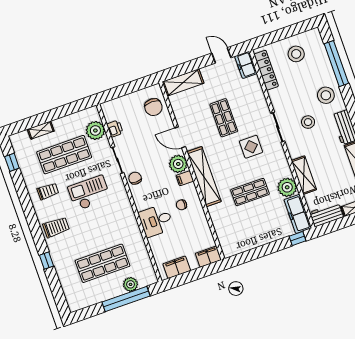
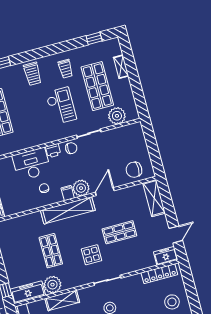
printer: (115, 129) -> (53, 151), moved
desk: (156, 221) -> (32, 164), width x1.37

